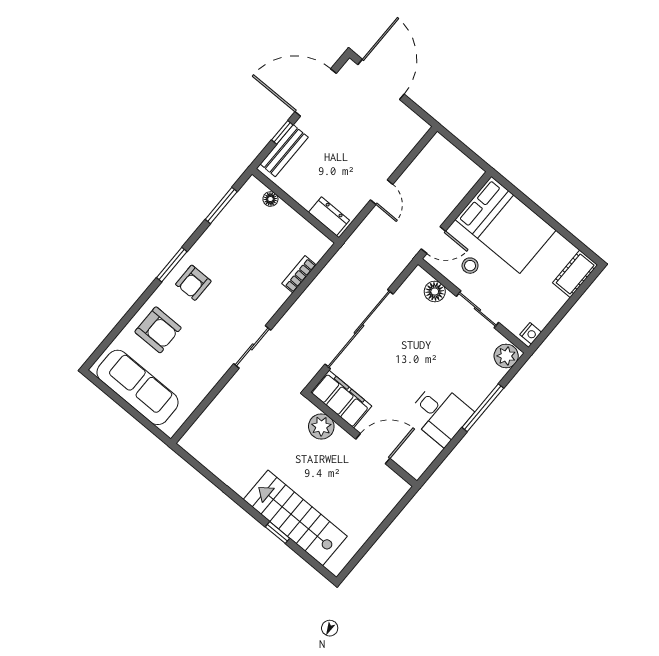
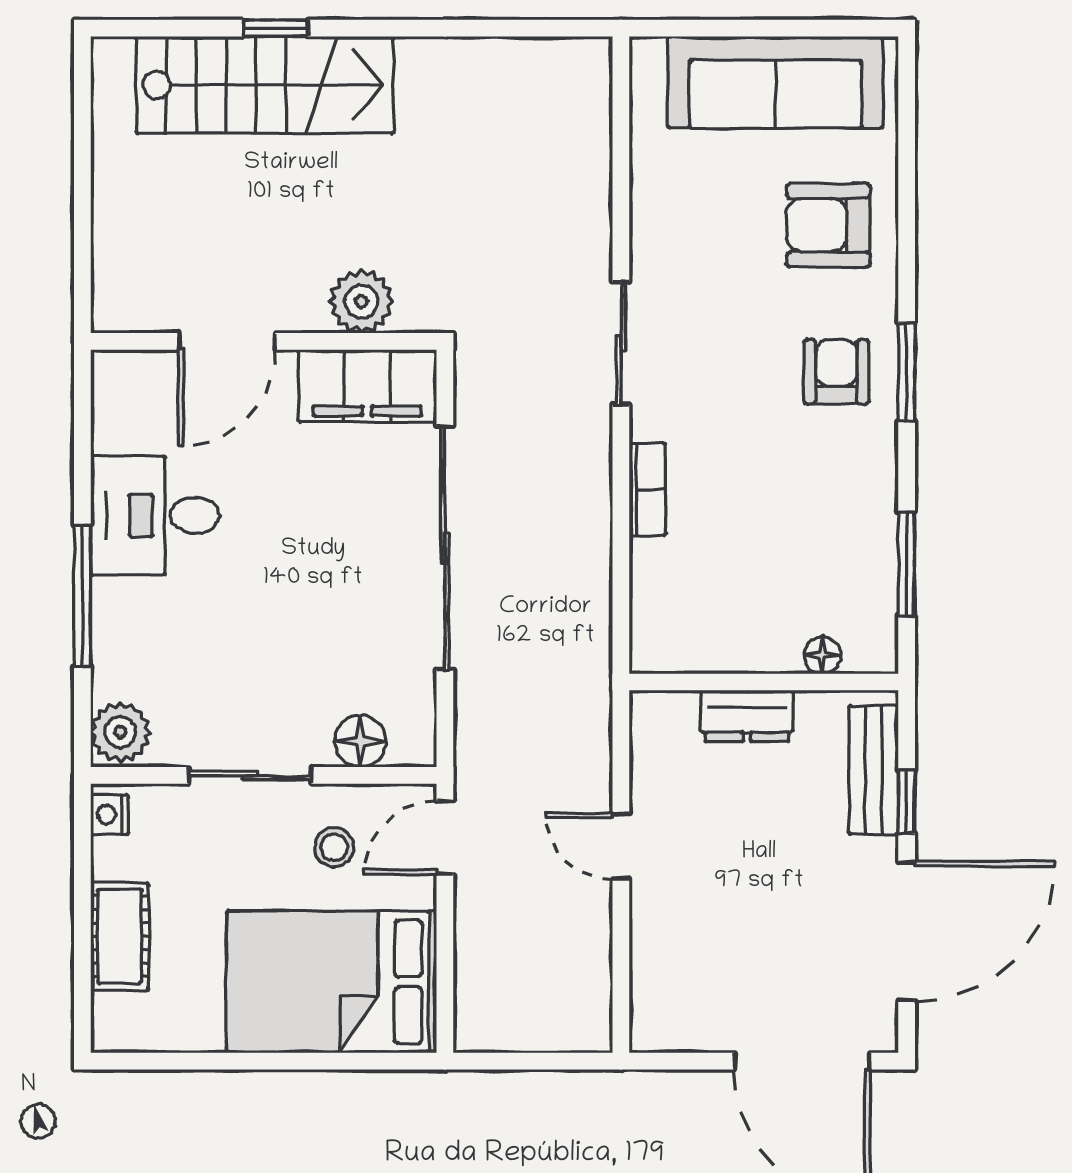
dresser: (329, 216) -> (747, 716), moved
bookcase: (299, 274) -> (647, 489), moved
cot: (575, 274) -> (120, 936), moved

